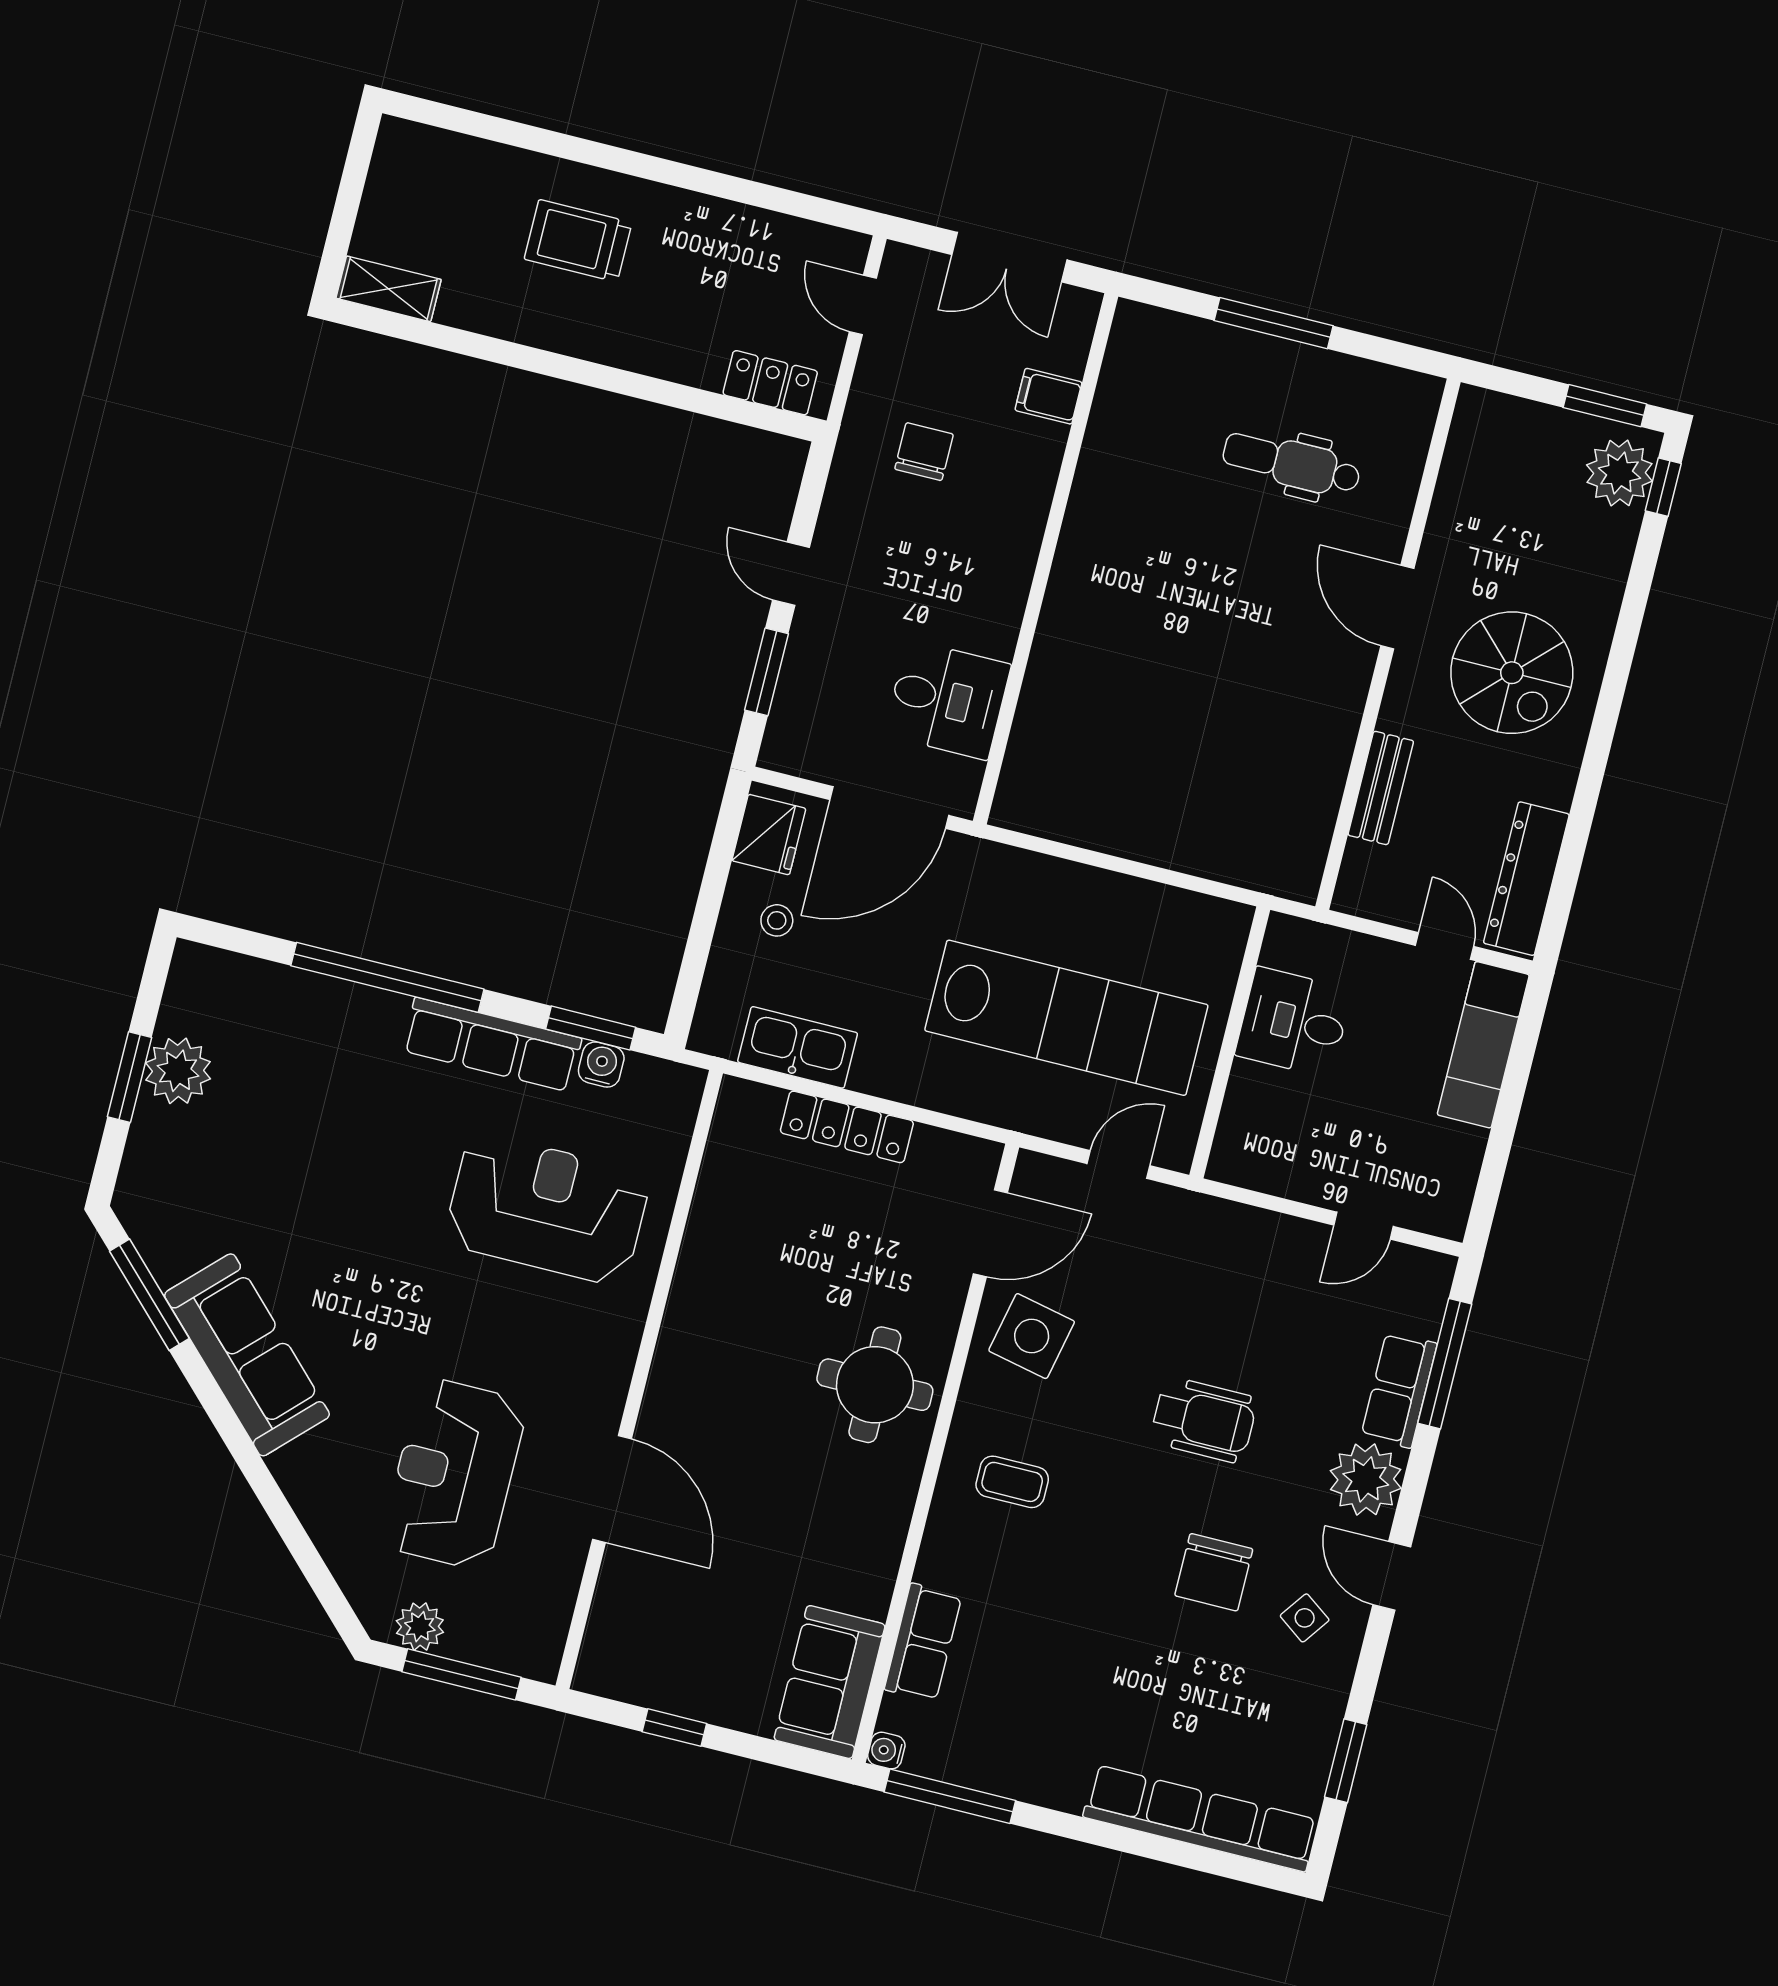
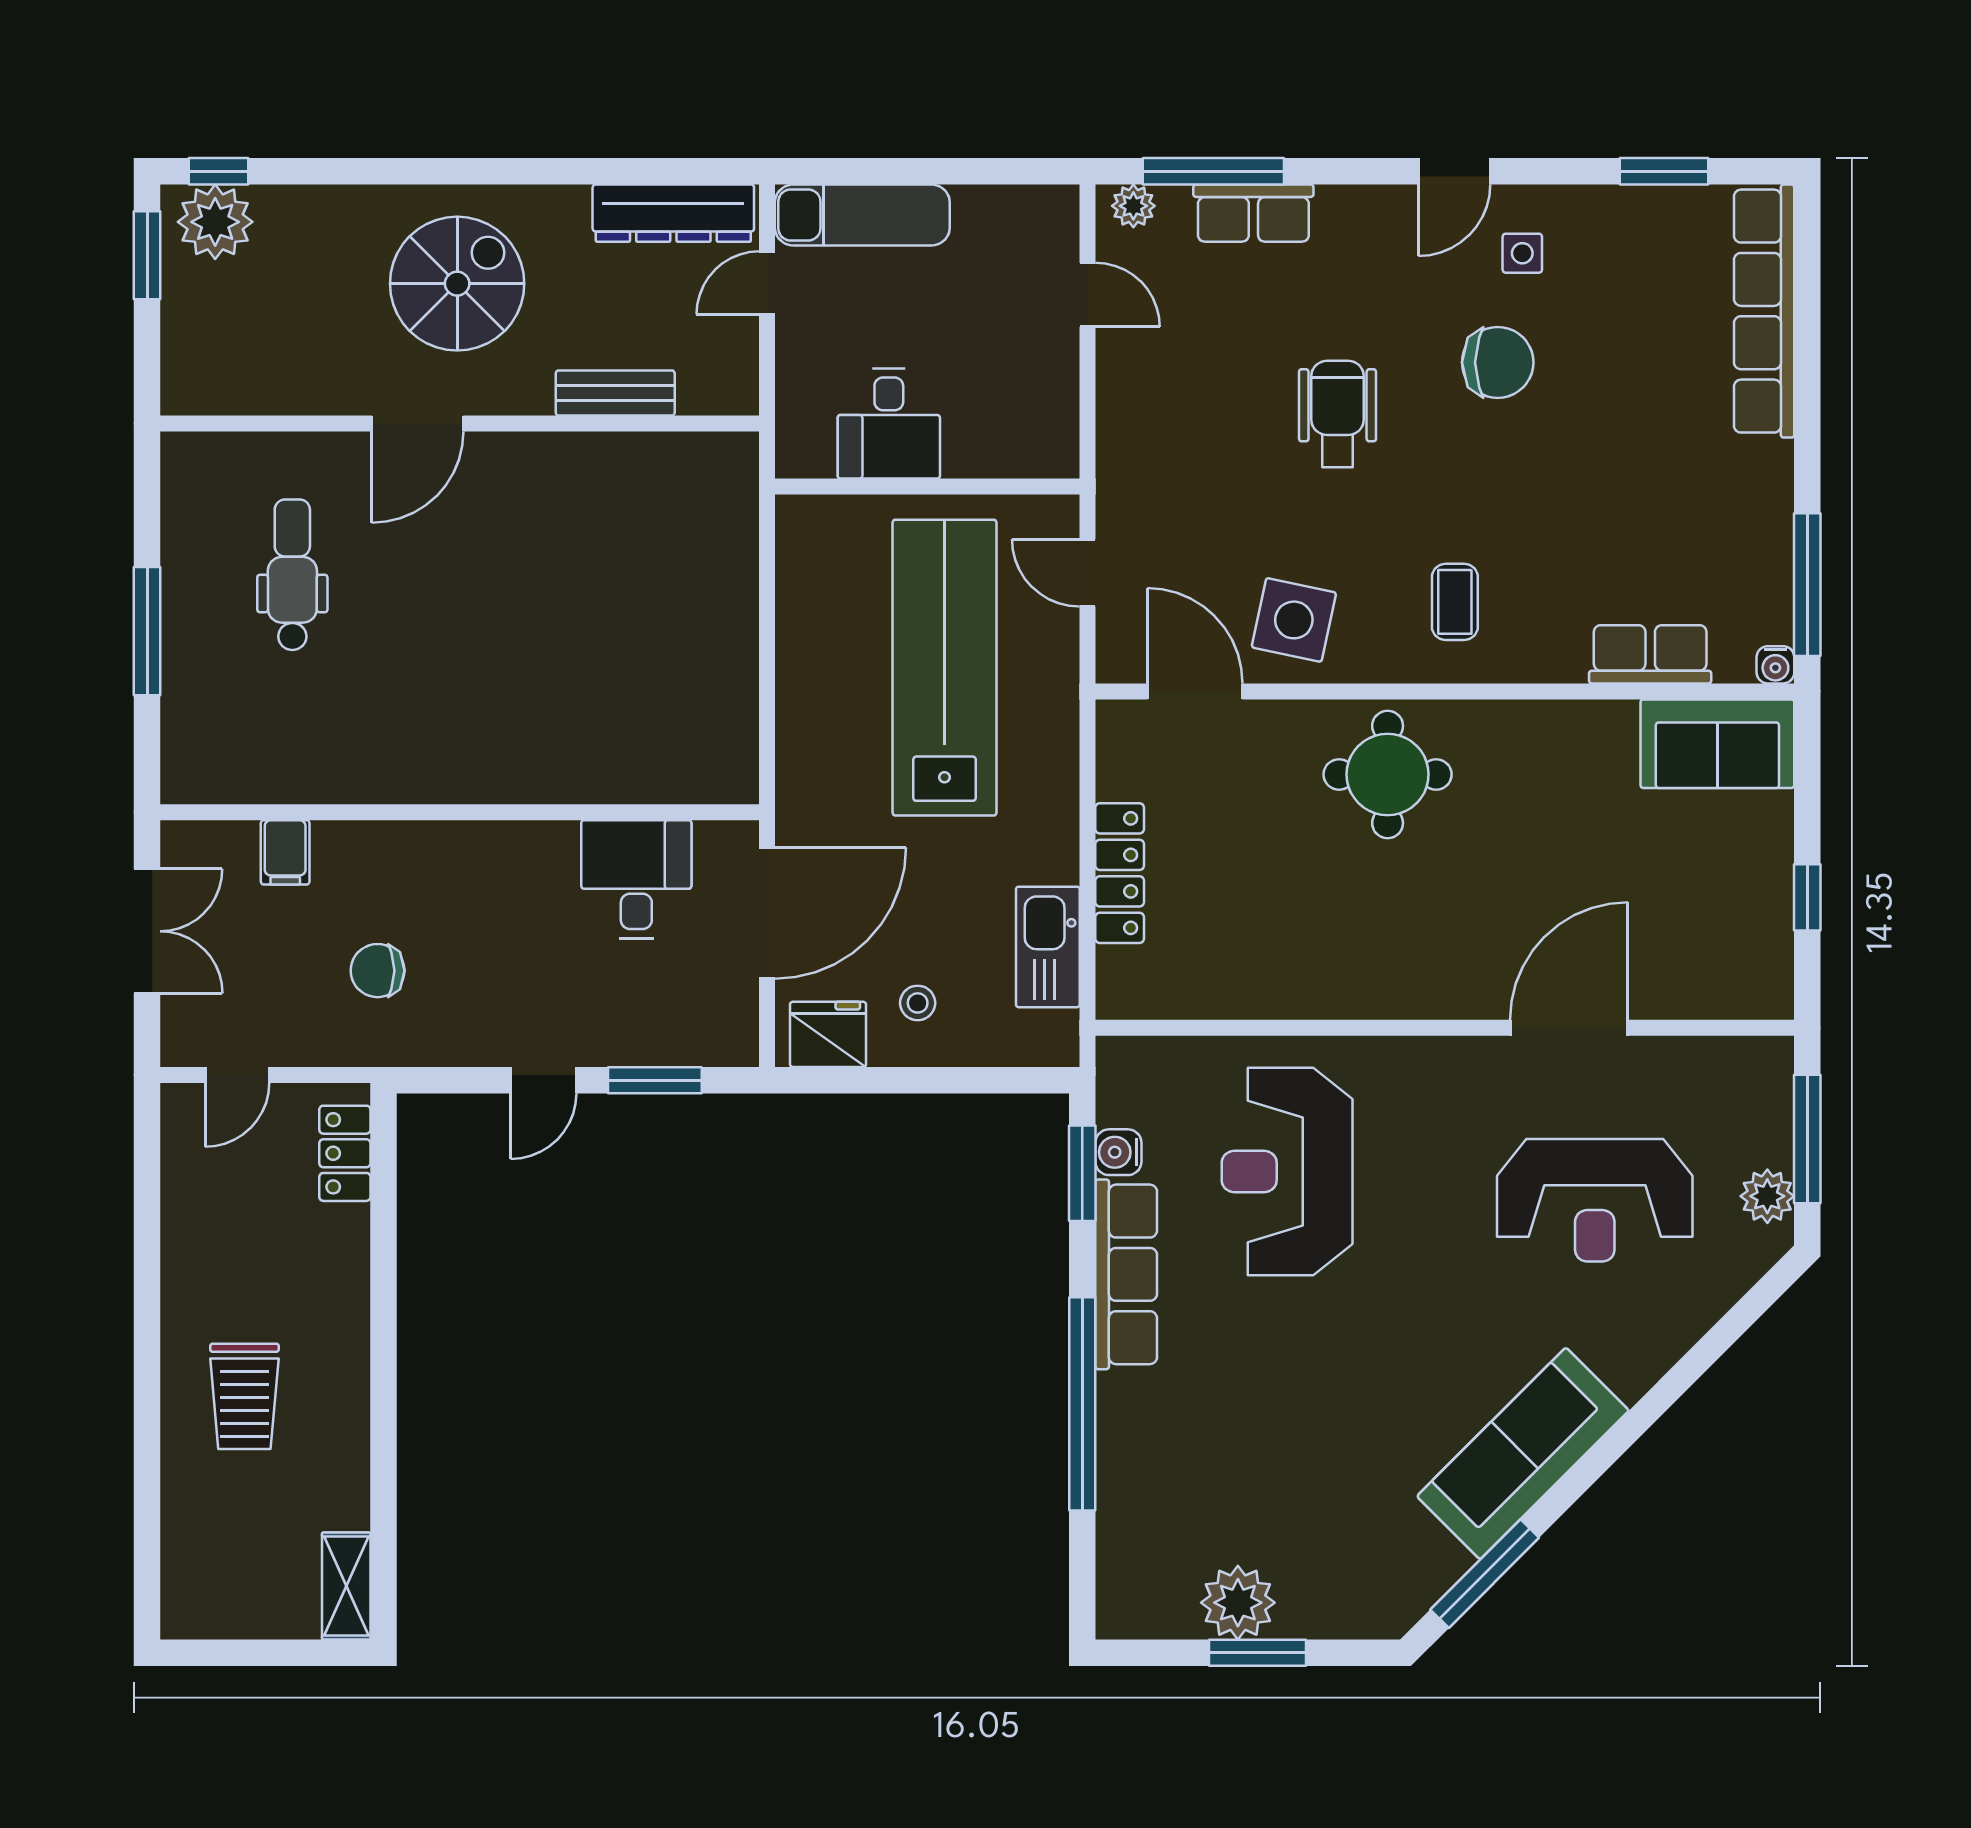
dental chair: (1292, 464) -> (292, 575), turned 180
door: (889, 808) -> (767, 913), hinge flipped
plant: (1366, 1479) -> (1133, 206), moved, width x0.53, depth x0.53
side table: (1305, 1618) -> (1522, 253), turned -36

